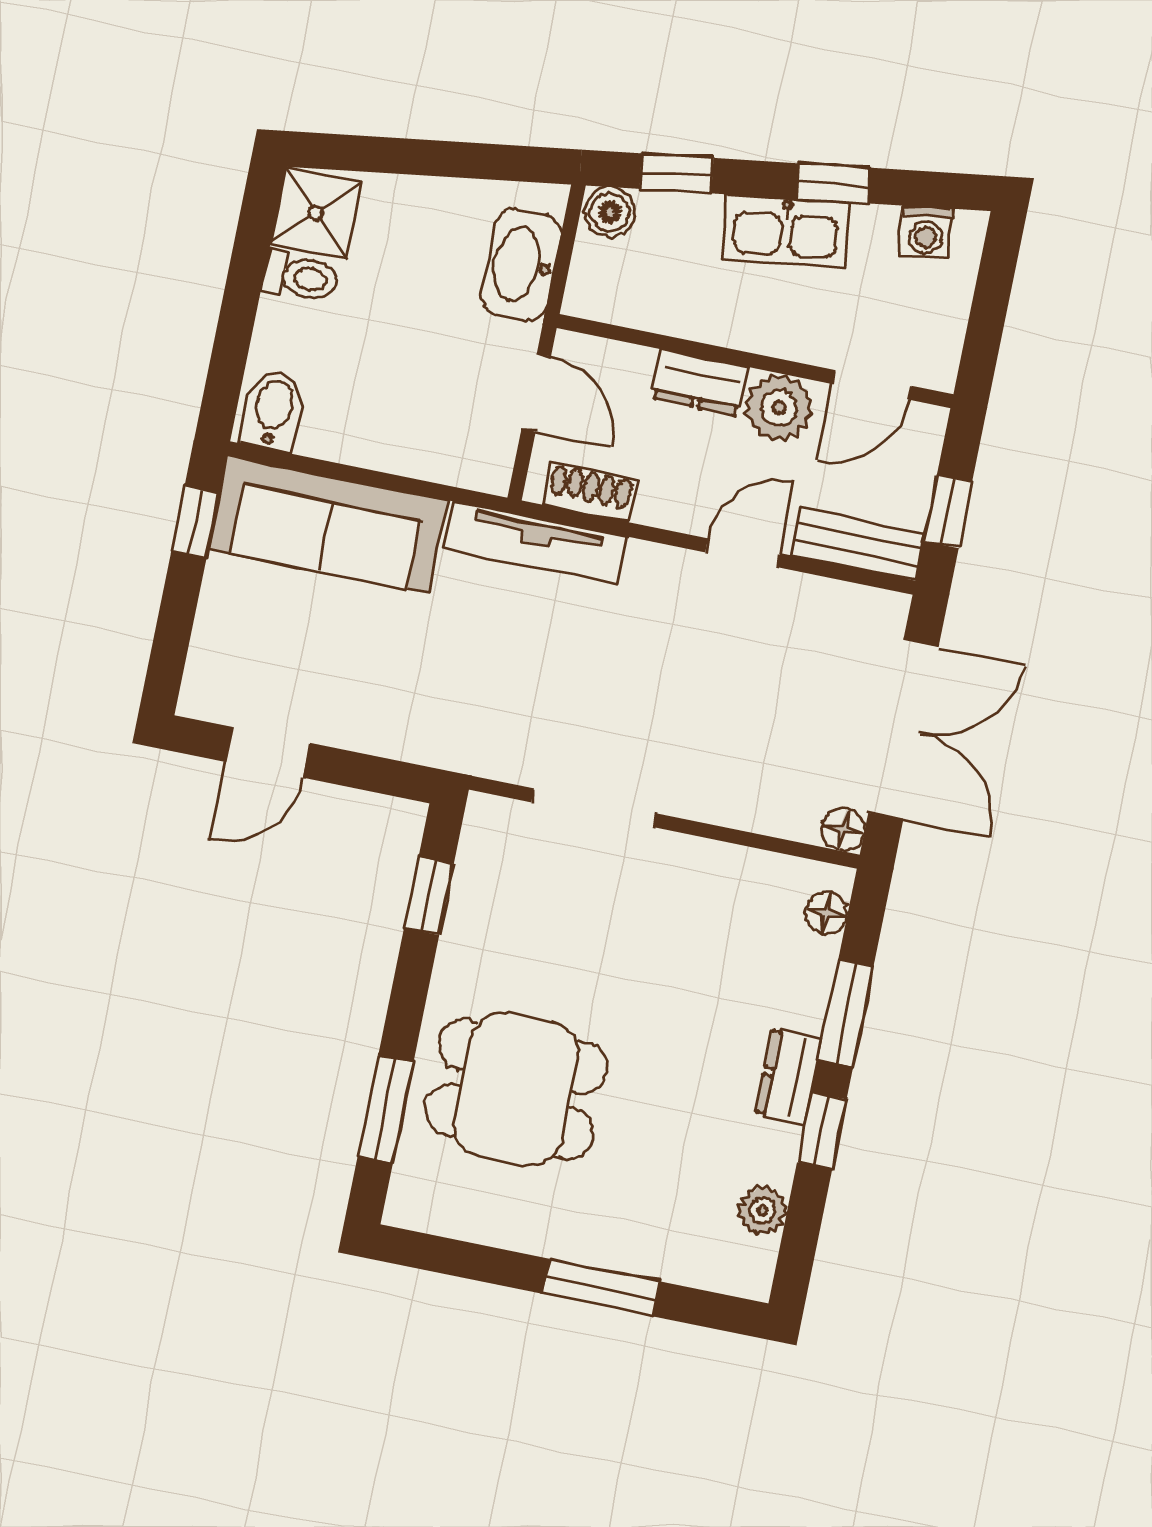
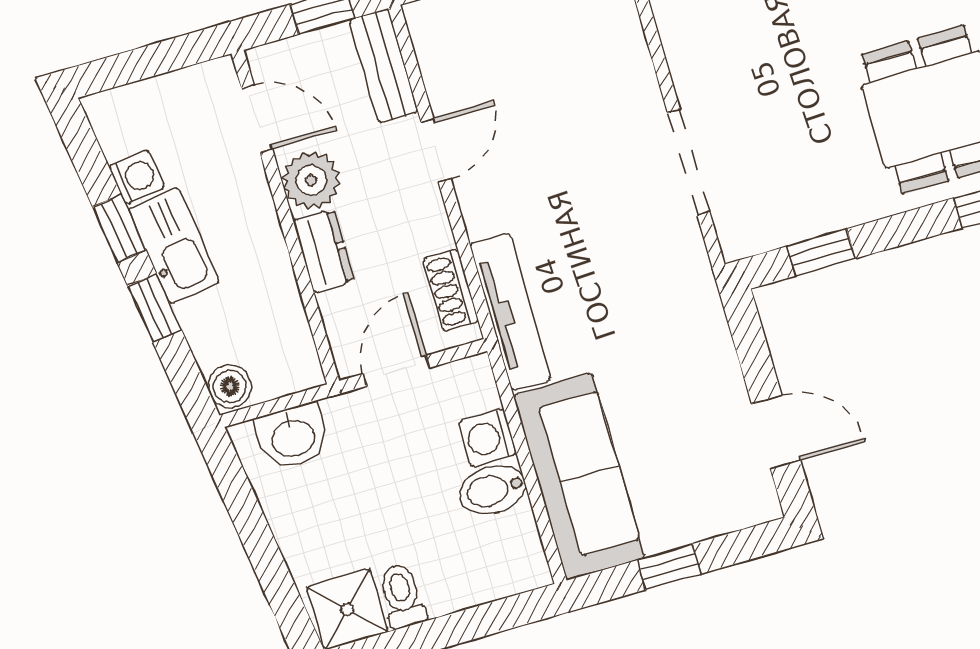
window: (676, 173) -> (155, 308), moved
washing machine: (926, 232) -> (137, 177), moved
washbasin: (521, 265) -> (293, 437), width x0.72
bidet: (273, 410) -> (493, 490), moved
washing machine: (417, 451) -> (488, 438), added
window: (195, 522) -> (669, 567), moved
door: (743, 553) -> (436, 150), swing flipped

